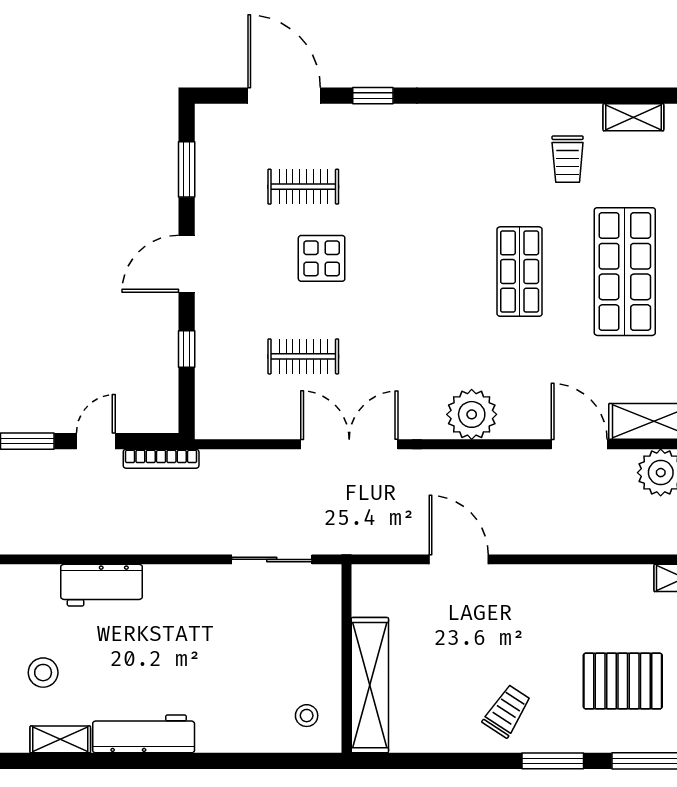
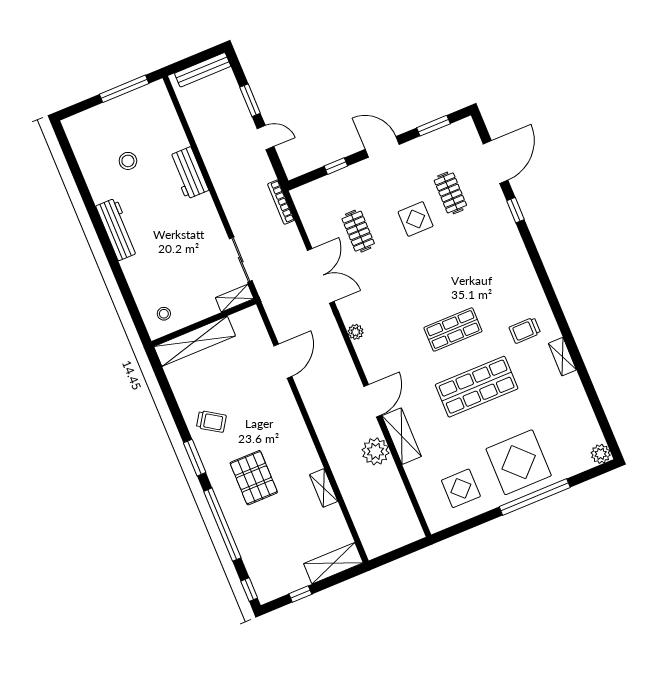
plant: (472, 414) -> (356, 332), width x0.53, depth x0.53
bookcase: (161, 459) -> (281, 202), moved
shelving: (60, 739) -> (235, 298), moved, turned 90

